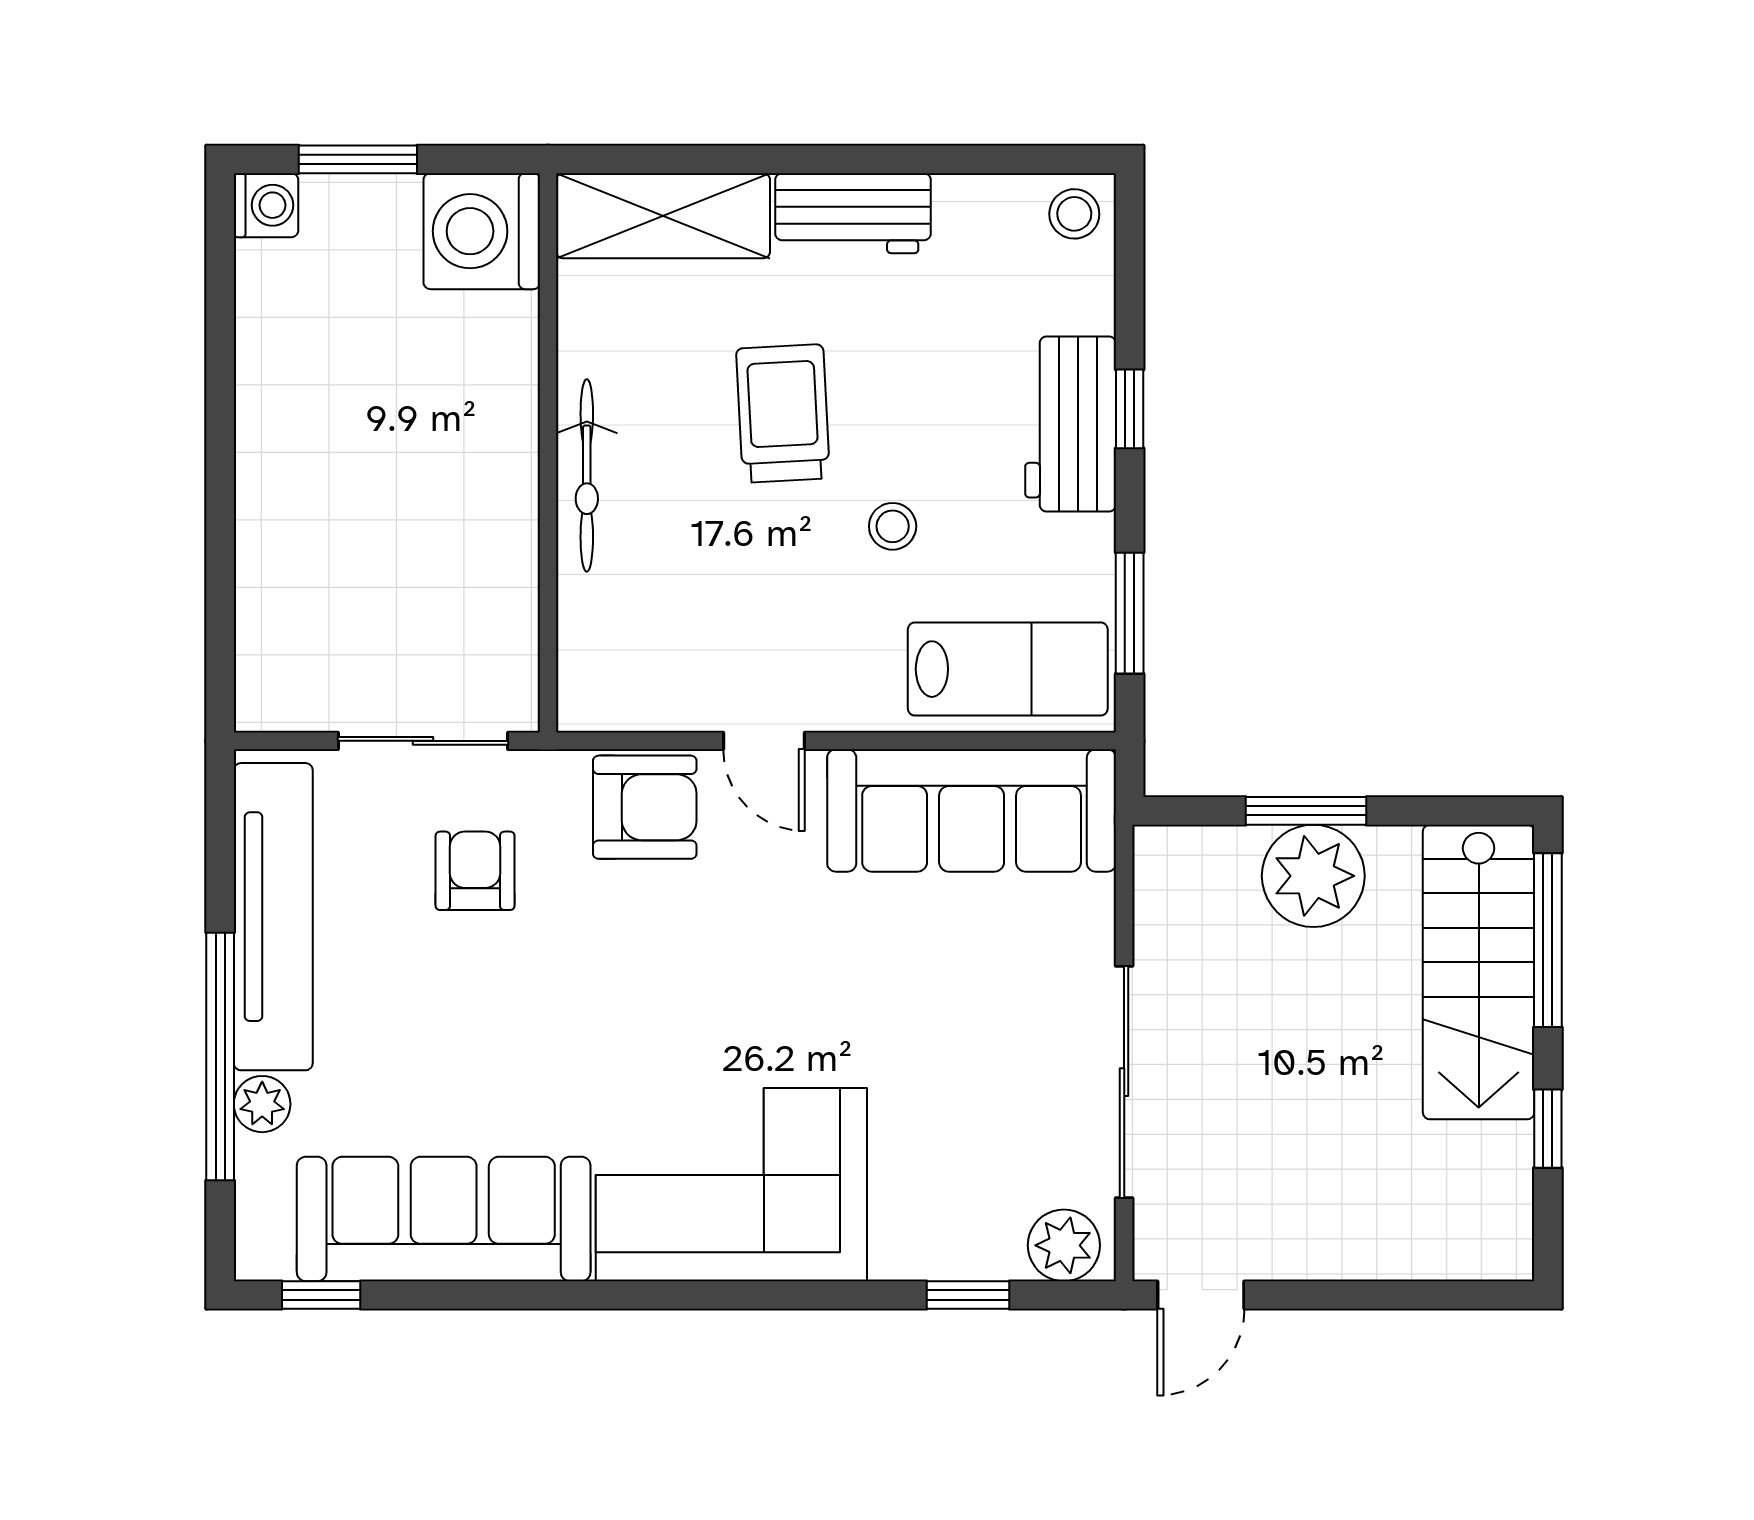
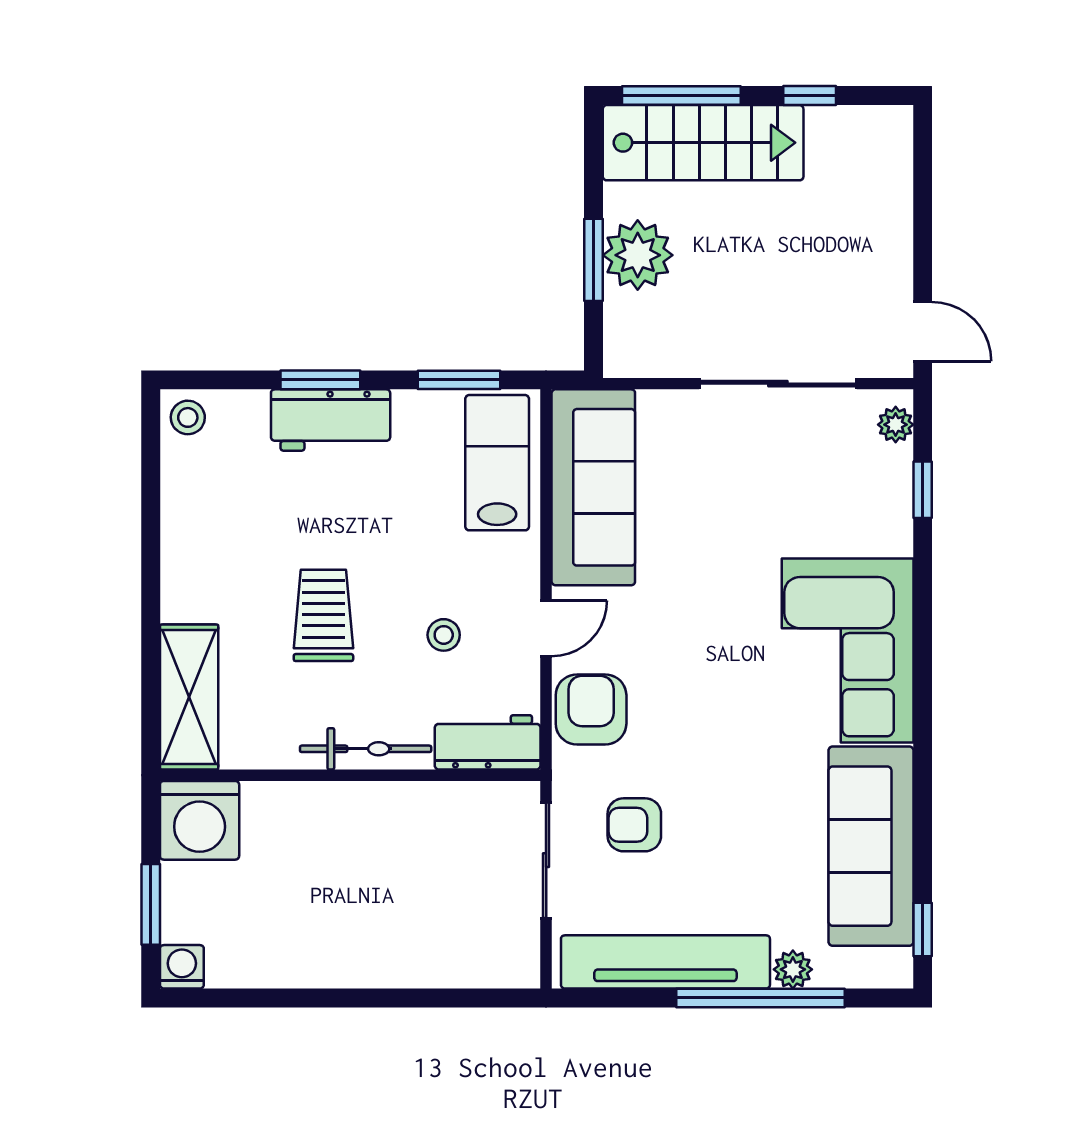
workbench: (853, 213) -> (488, 742), moved, turned -90
window: (1130, 409) -> (320, 380), width x1.50
trolley: (783, 413) -> (323, 615), turned 93
stool: (893, 526) -> (444, 635), moved
plant: (1064, 1245) -> (896, 425), width x0.73, depth x0.73

